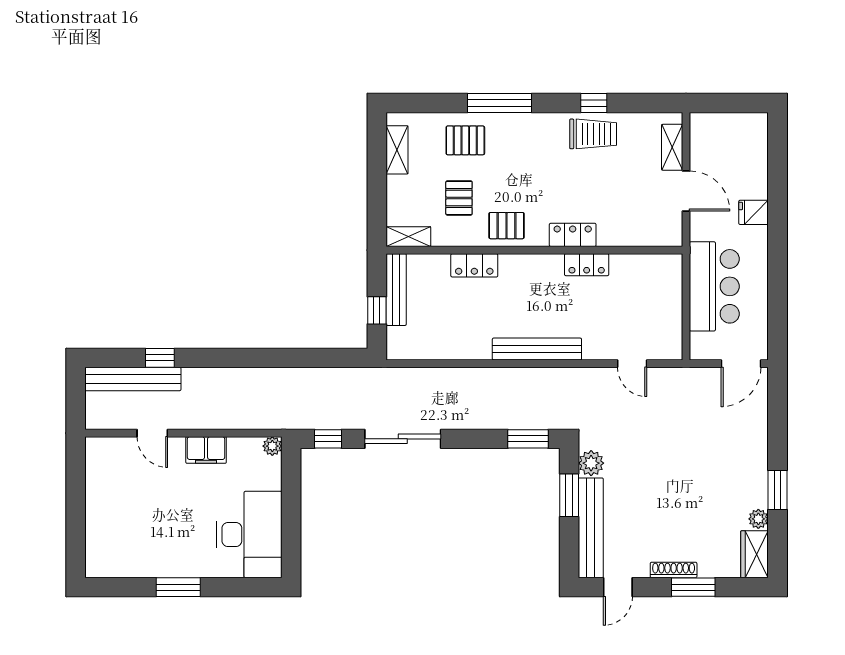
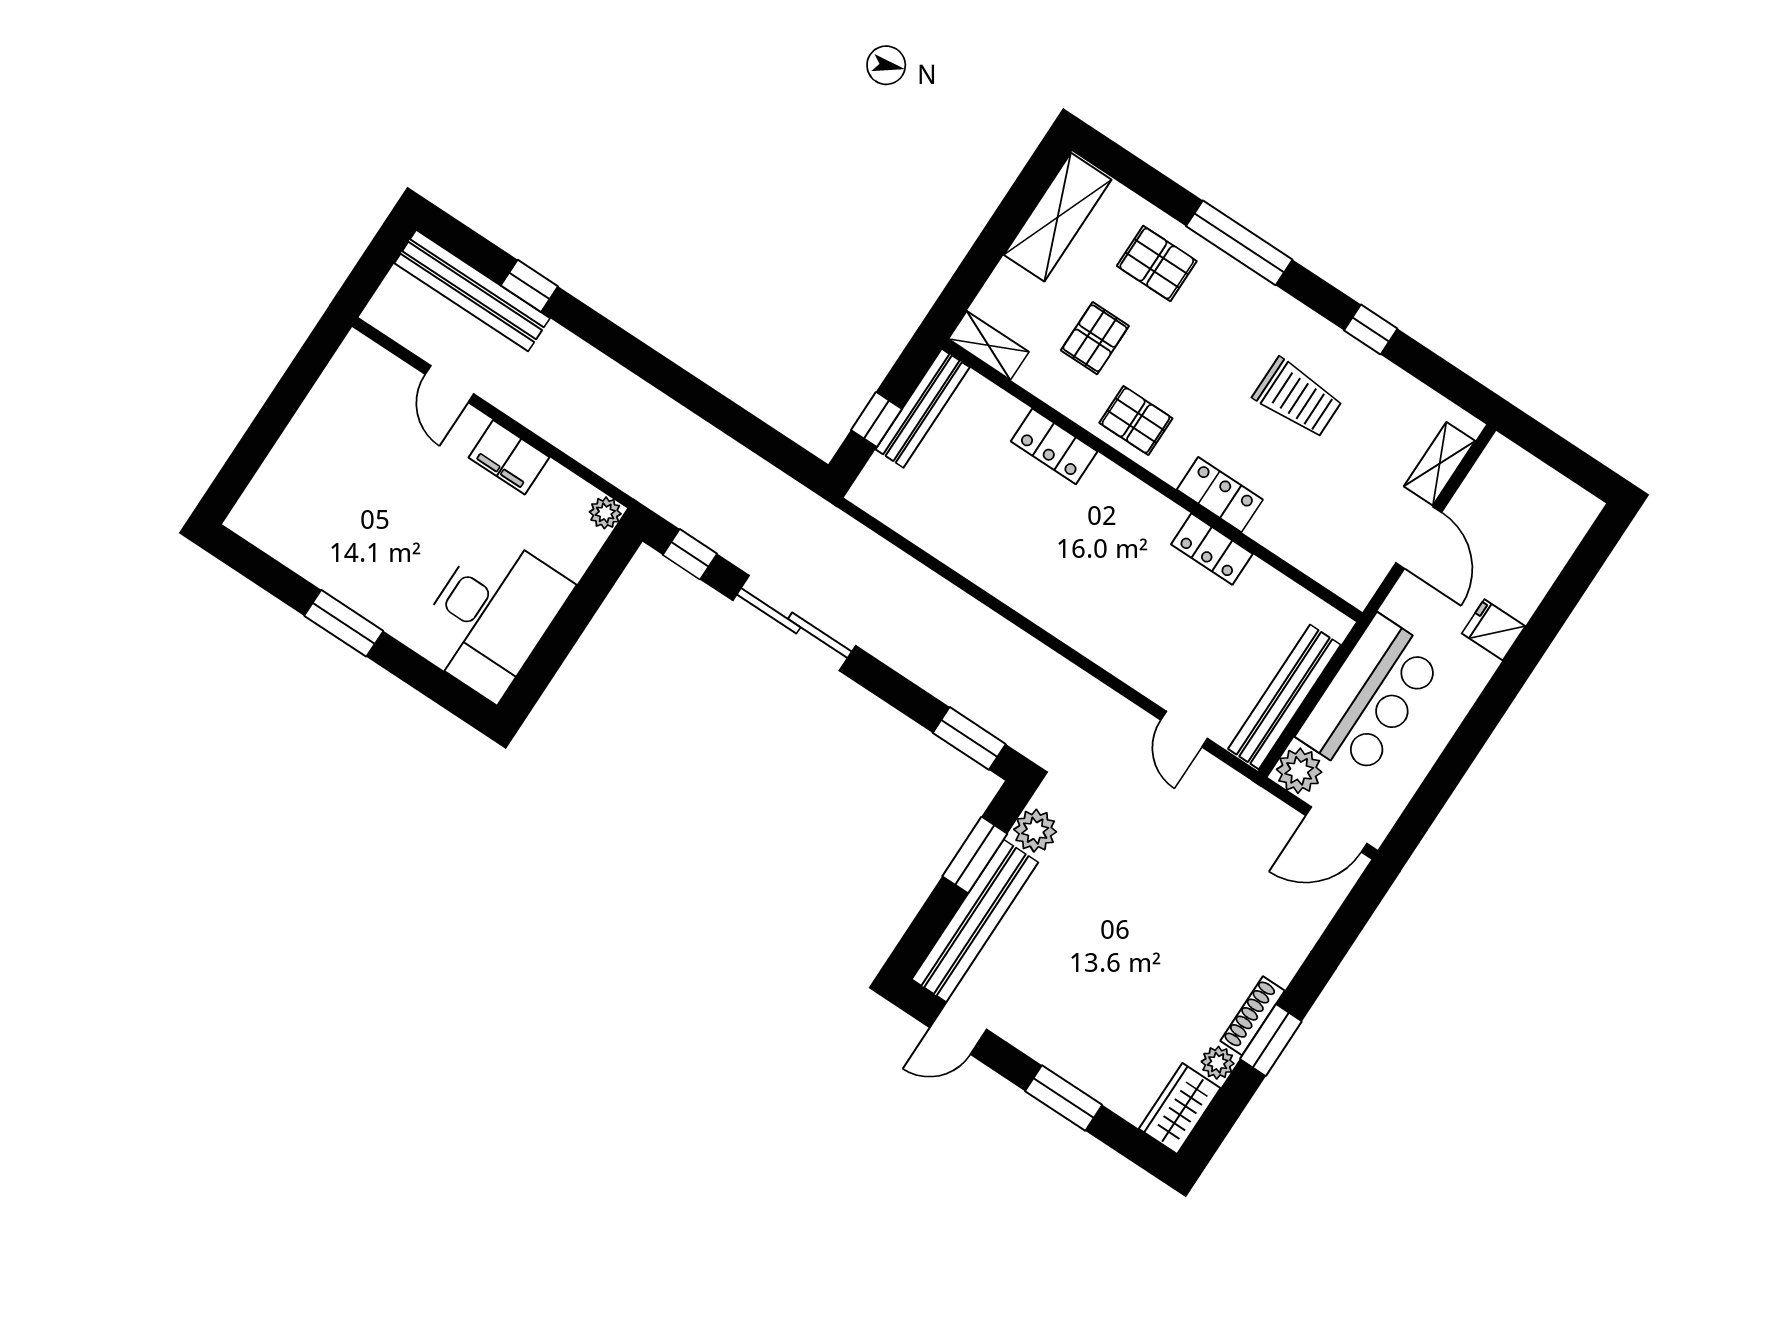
trolley: (593, 134) -> (1298, 398), moved
shelving: (397, 150) -> (1058, 217), width x1.50, depth x1.33
plant: (703, 347) -> (1299, 771), added
bench: (537, 349) -> (1284, 697), moved, turned 90
shoe rack: (674, 570) -> (1253, 1016), moved, turned -90

